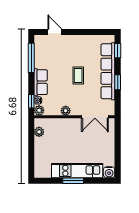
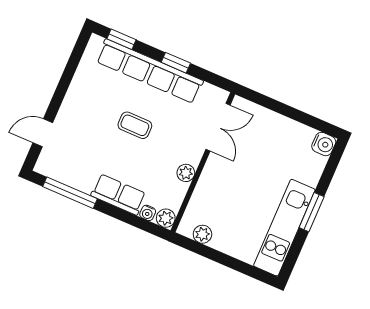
window: (31, 101) -> (144, 225), removed
kitchen unit: (77, 171) -> (284, 228), moved

